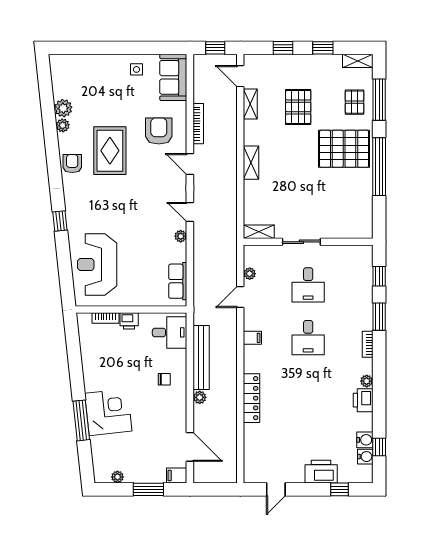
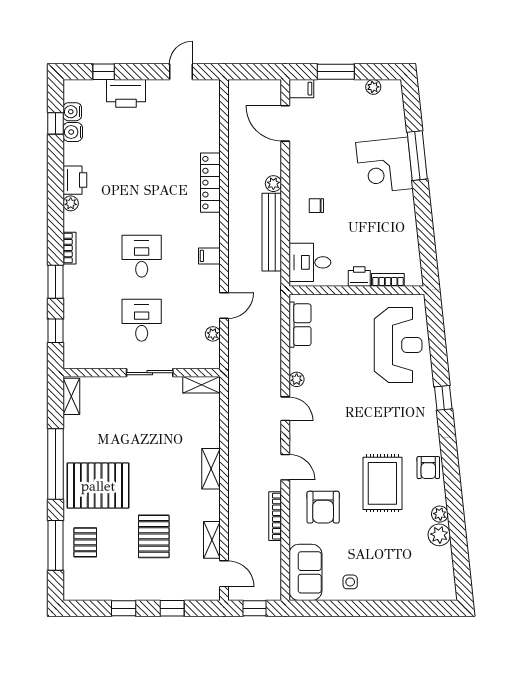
shelving: (358, 61) -> (71, 396), moved, turned 90

